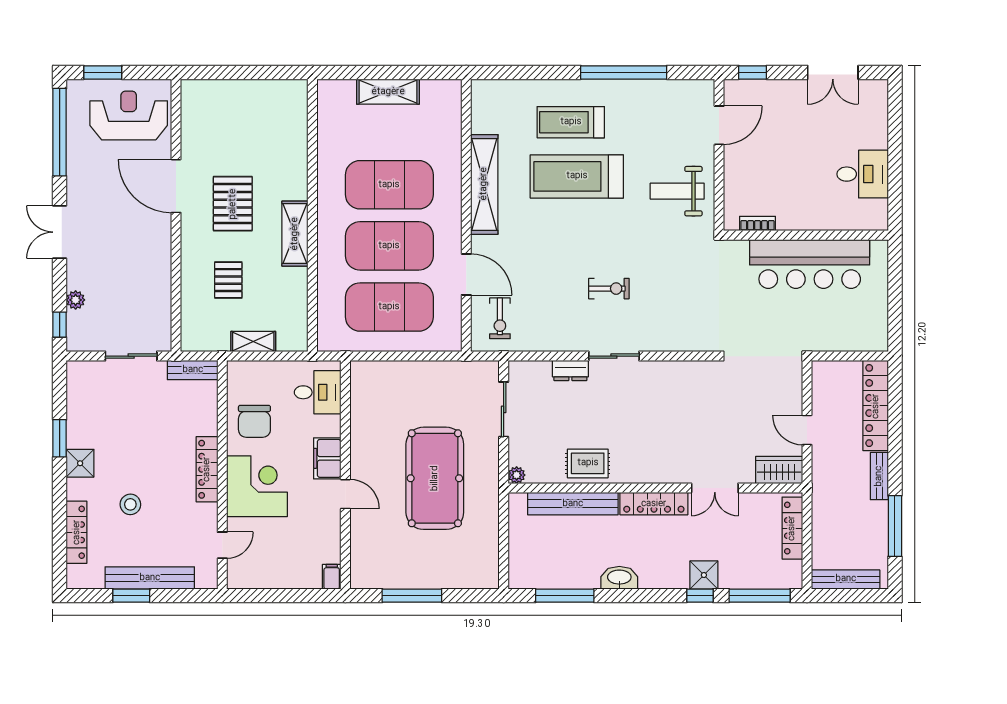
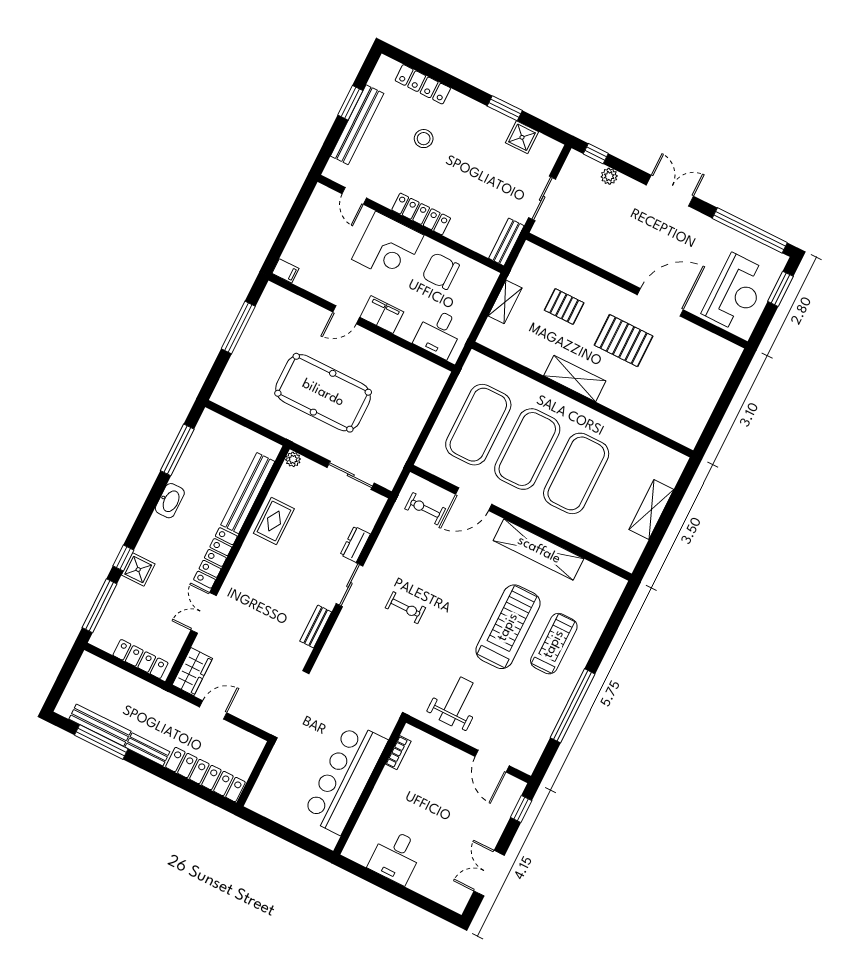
exercise bike: (609, 289) -> (405, 608), turned -90
bench: (672, 369) -> (316, 626), added
shower: (80, 463) -> (522, 137), moved
bench: (846, 579) -> (100, 725), moved, turned 90

